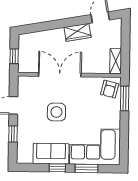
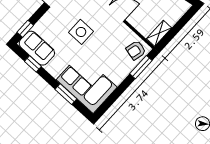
window: (13, 134) -> (25, 29), moved
sofa: (51, 154) -> (37, 48), moved
window: (57, 168) -> (33, 64), moved

